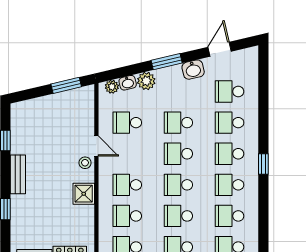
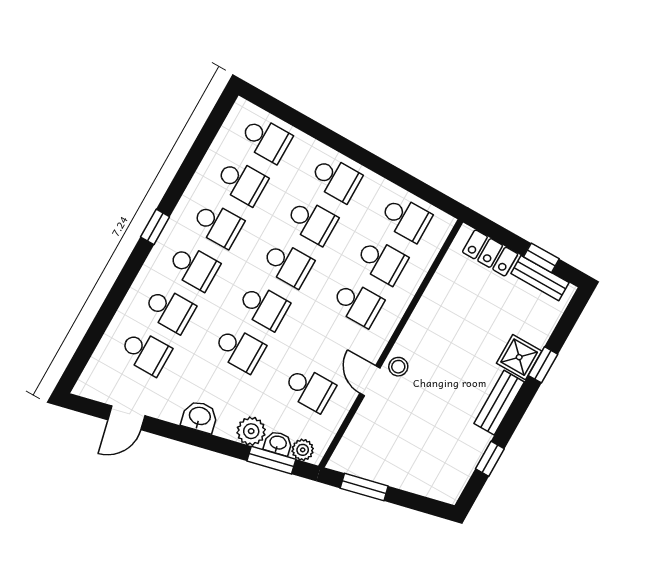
window: (167, 62) -> (271, 460), moved
washbasin: (193, 70) -> (200, 417), moved
shower: (84, 194) -> (519, 357), moved

